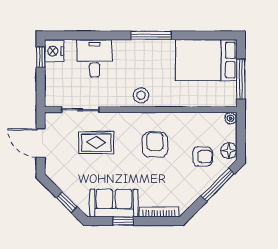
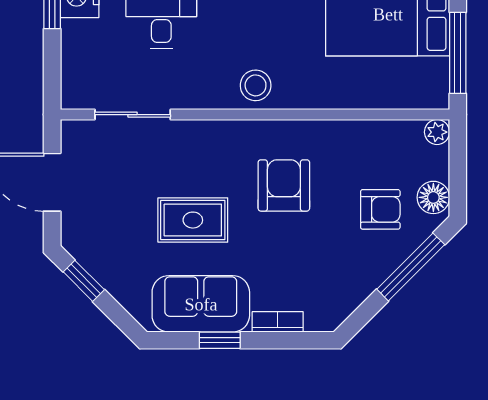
rug: (96, 142) -> (193, 220), moved
window: (67, 202) -> (84, 281), moved
bookcase: (159, 212) -> (278, 322), width x0.64

